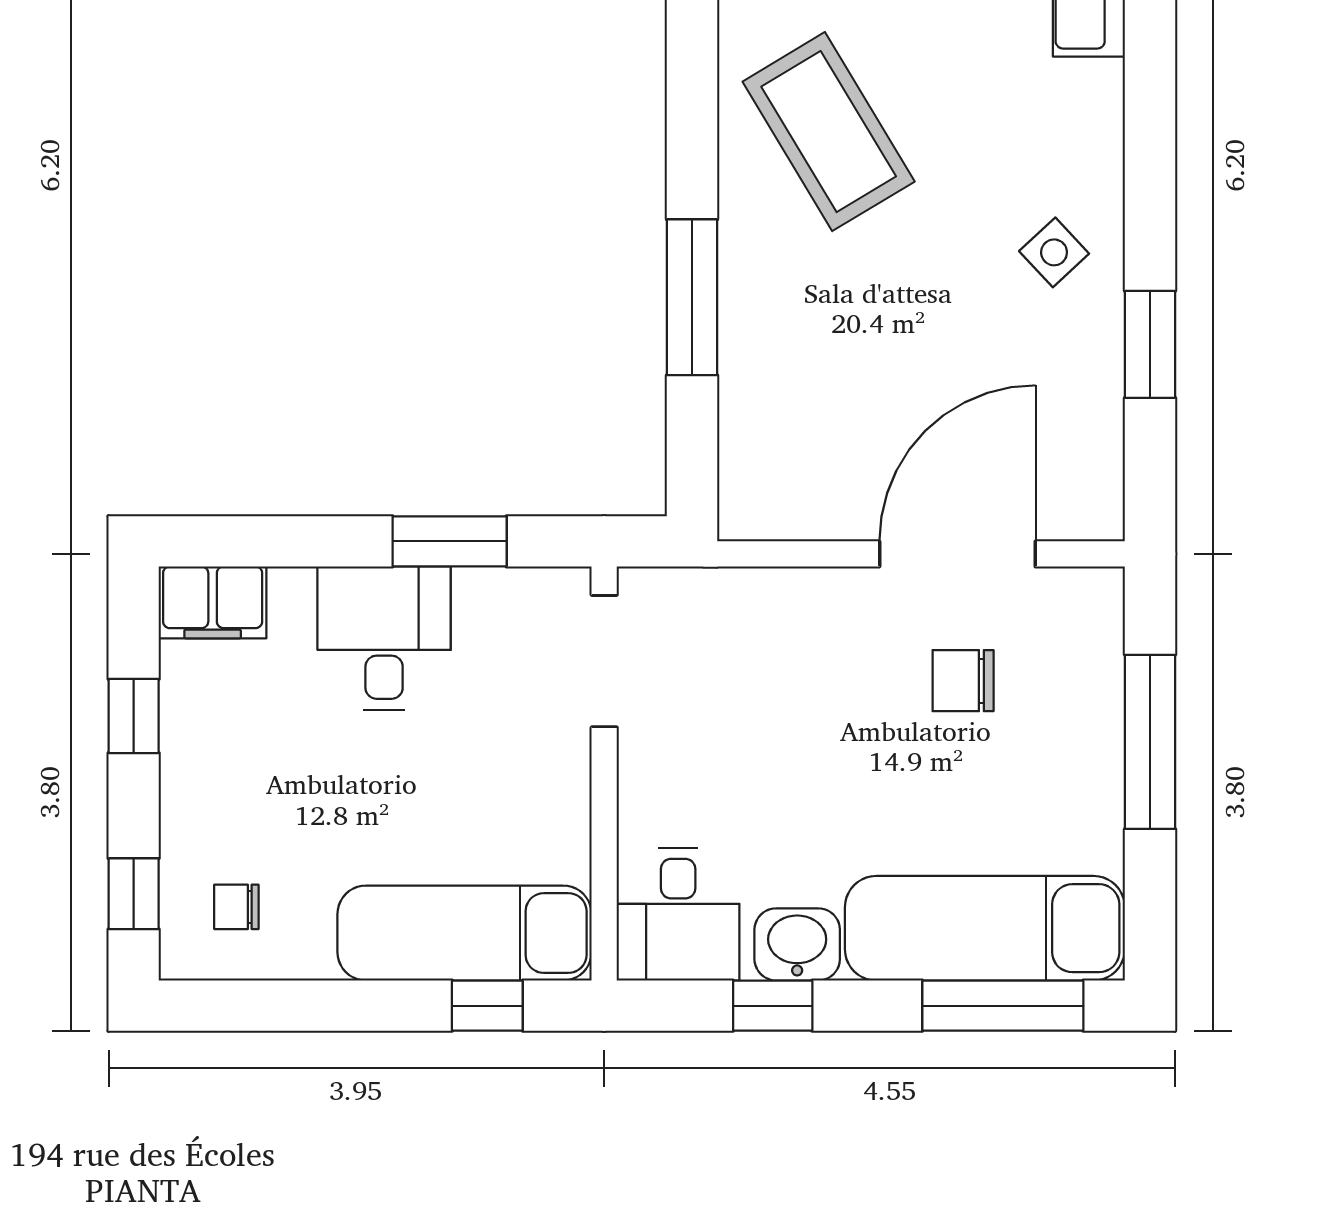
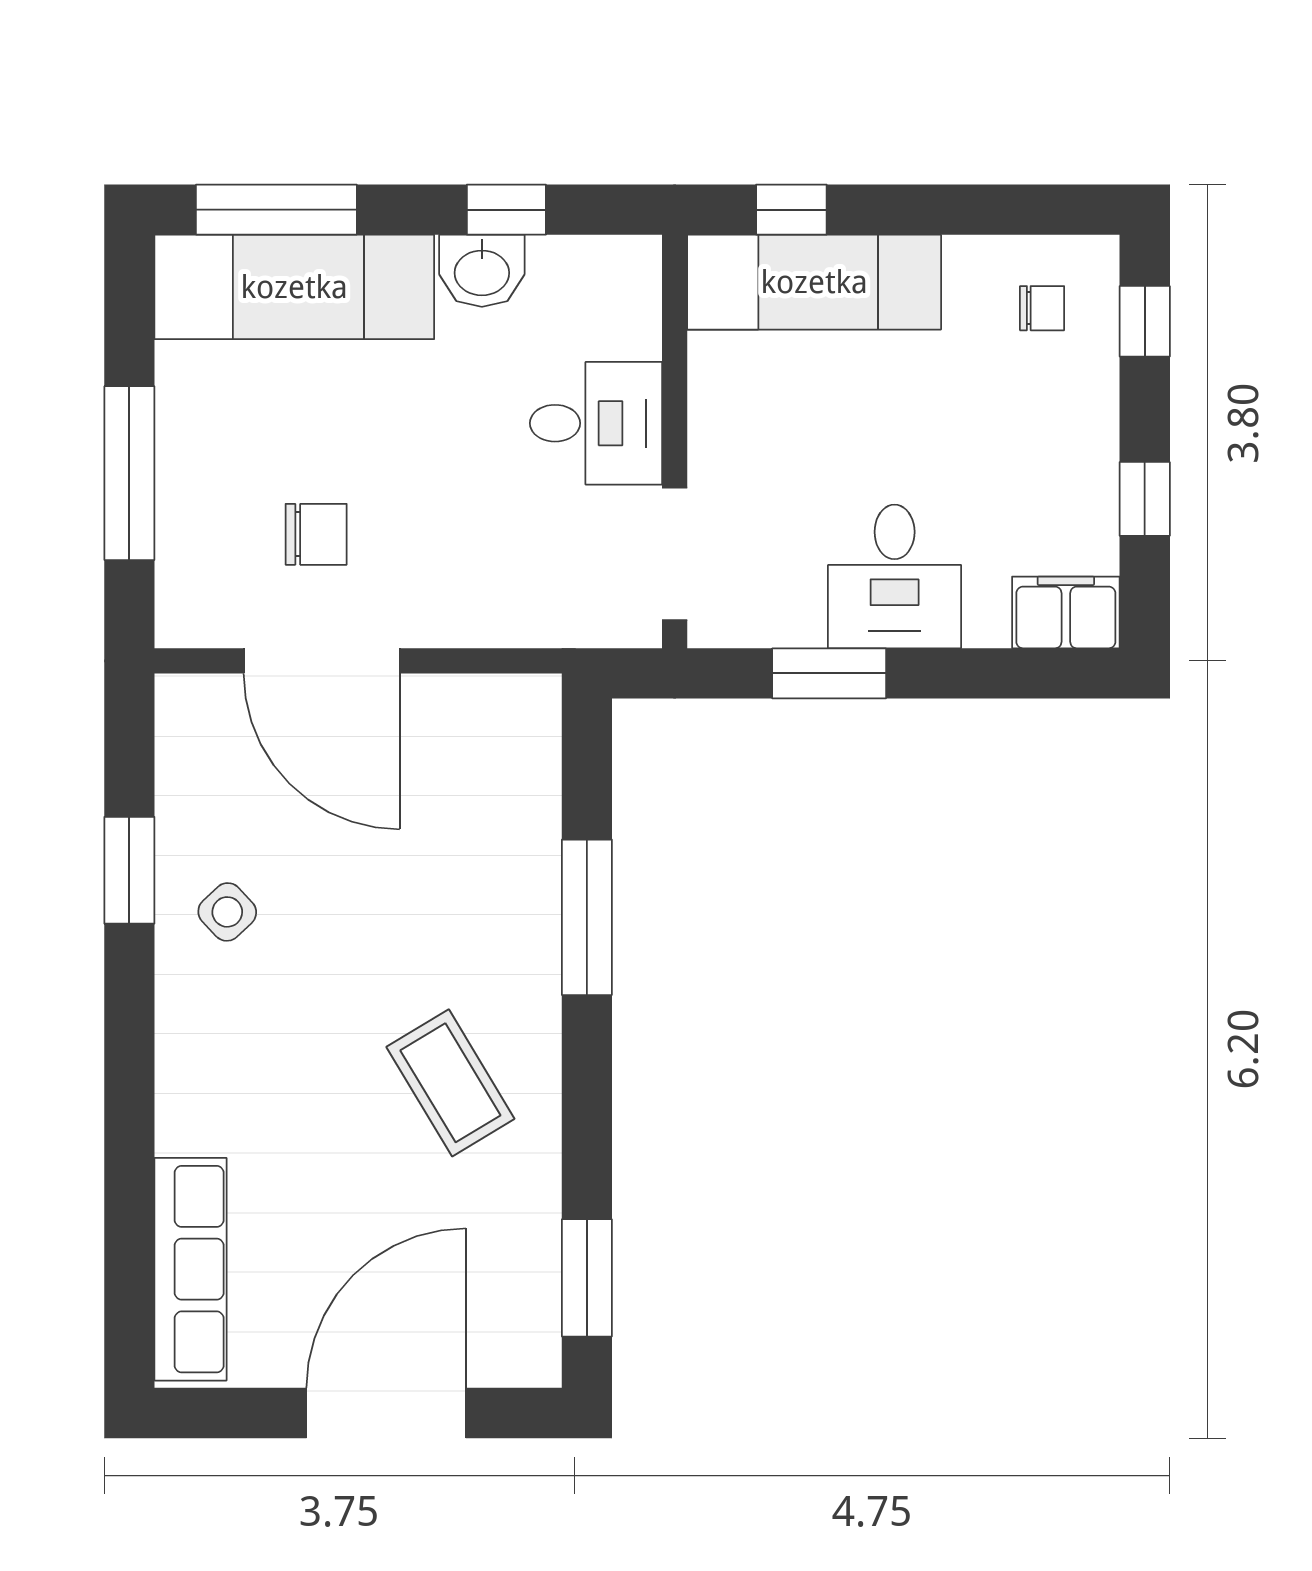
coffee table: (829, 132) -> (450, 1083), width x0.73, depth x0.76
side table: (1054, 252) -> (227, 912), moved
door: (957, 554) -> (322, 661), hinge flipped
desk: (678, 914) -> (596, 423), moved, turned 90

